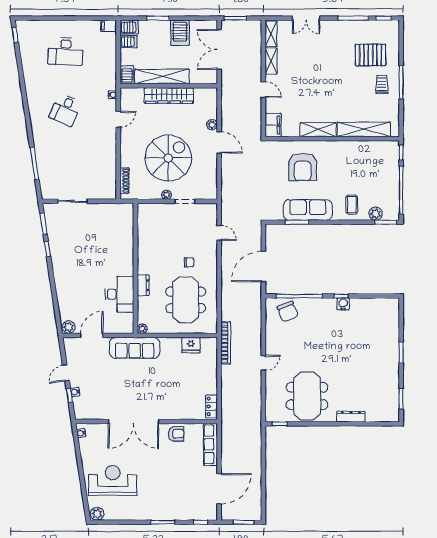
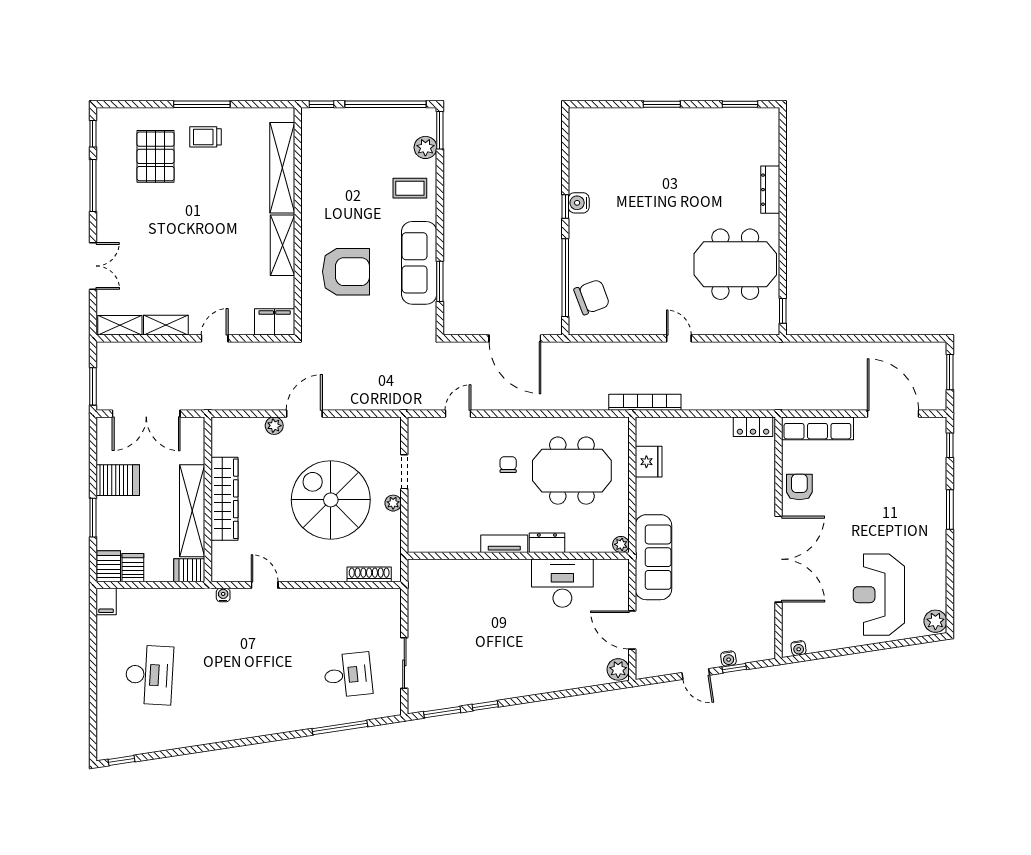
desk: (65, 110) -> (348, 675), moved, turned -30
tv unit: (143, 260) -> (504, 544), added

